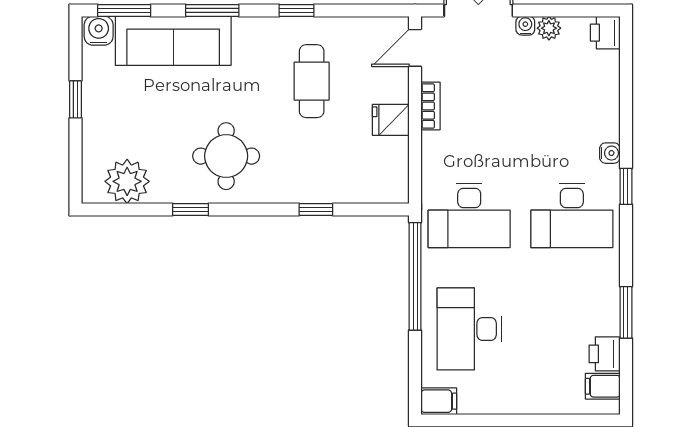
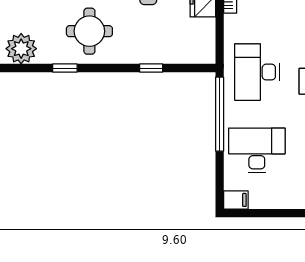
desk: (469, 215) -> (257, 72), turned 90
desk: (469, 329) -> (257, 150), turned 90

